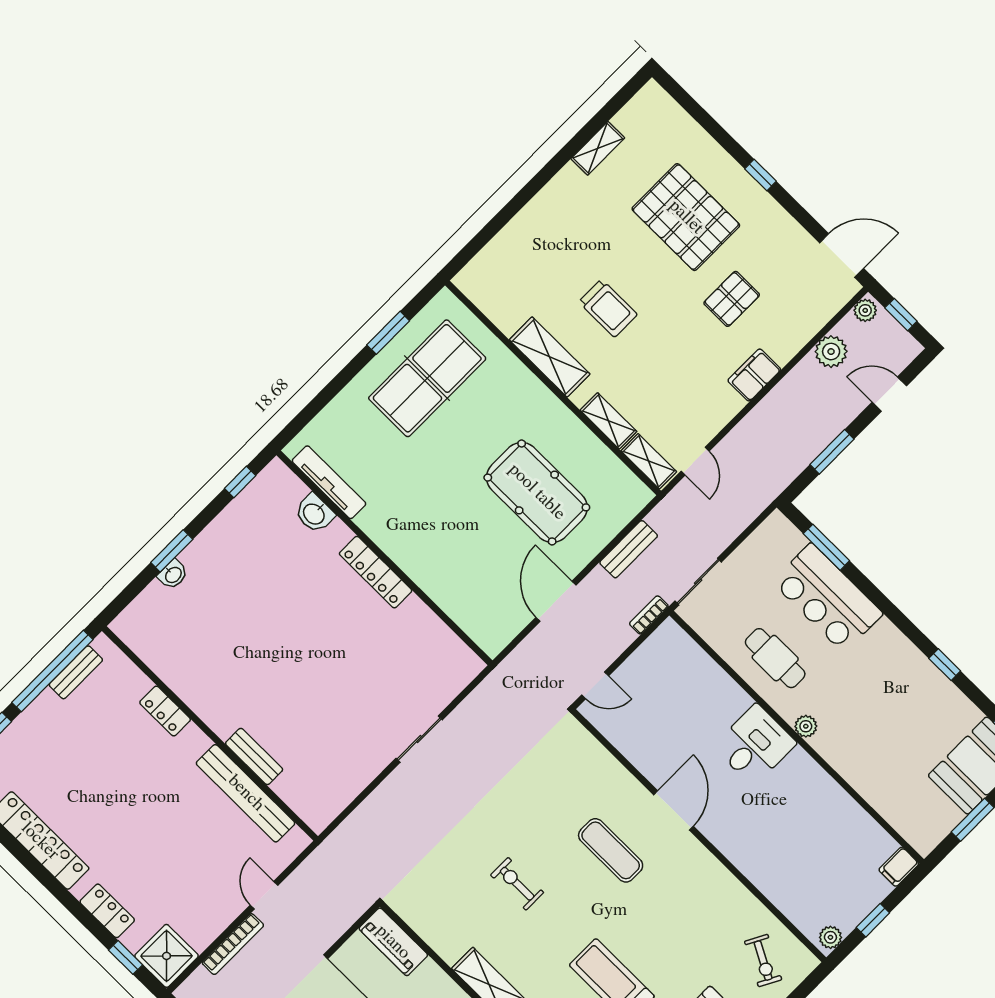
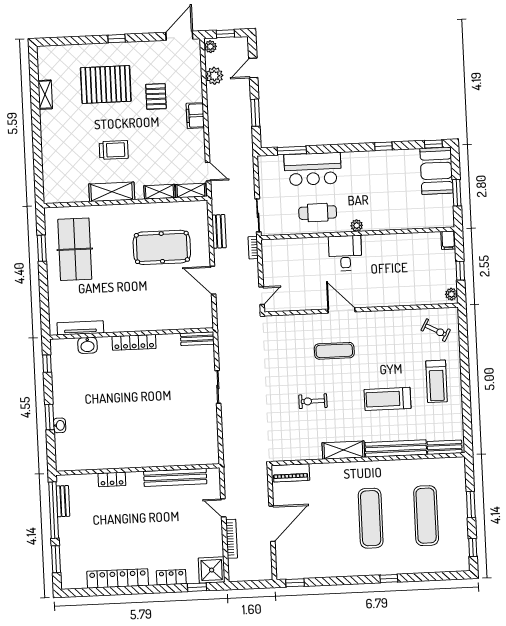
bench: (254, 756) -> (197, 339), moved

